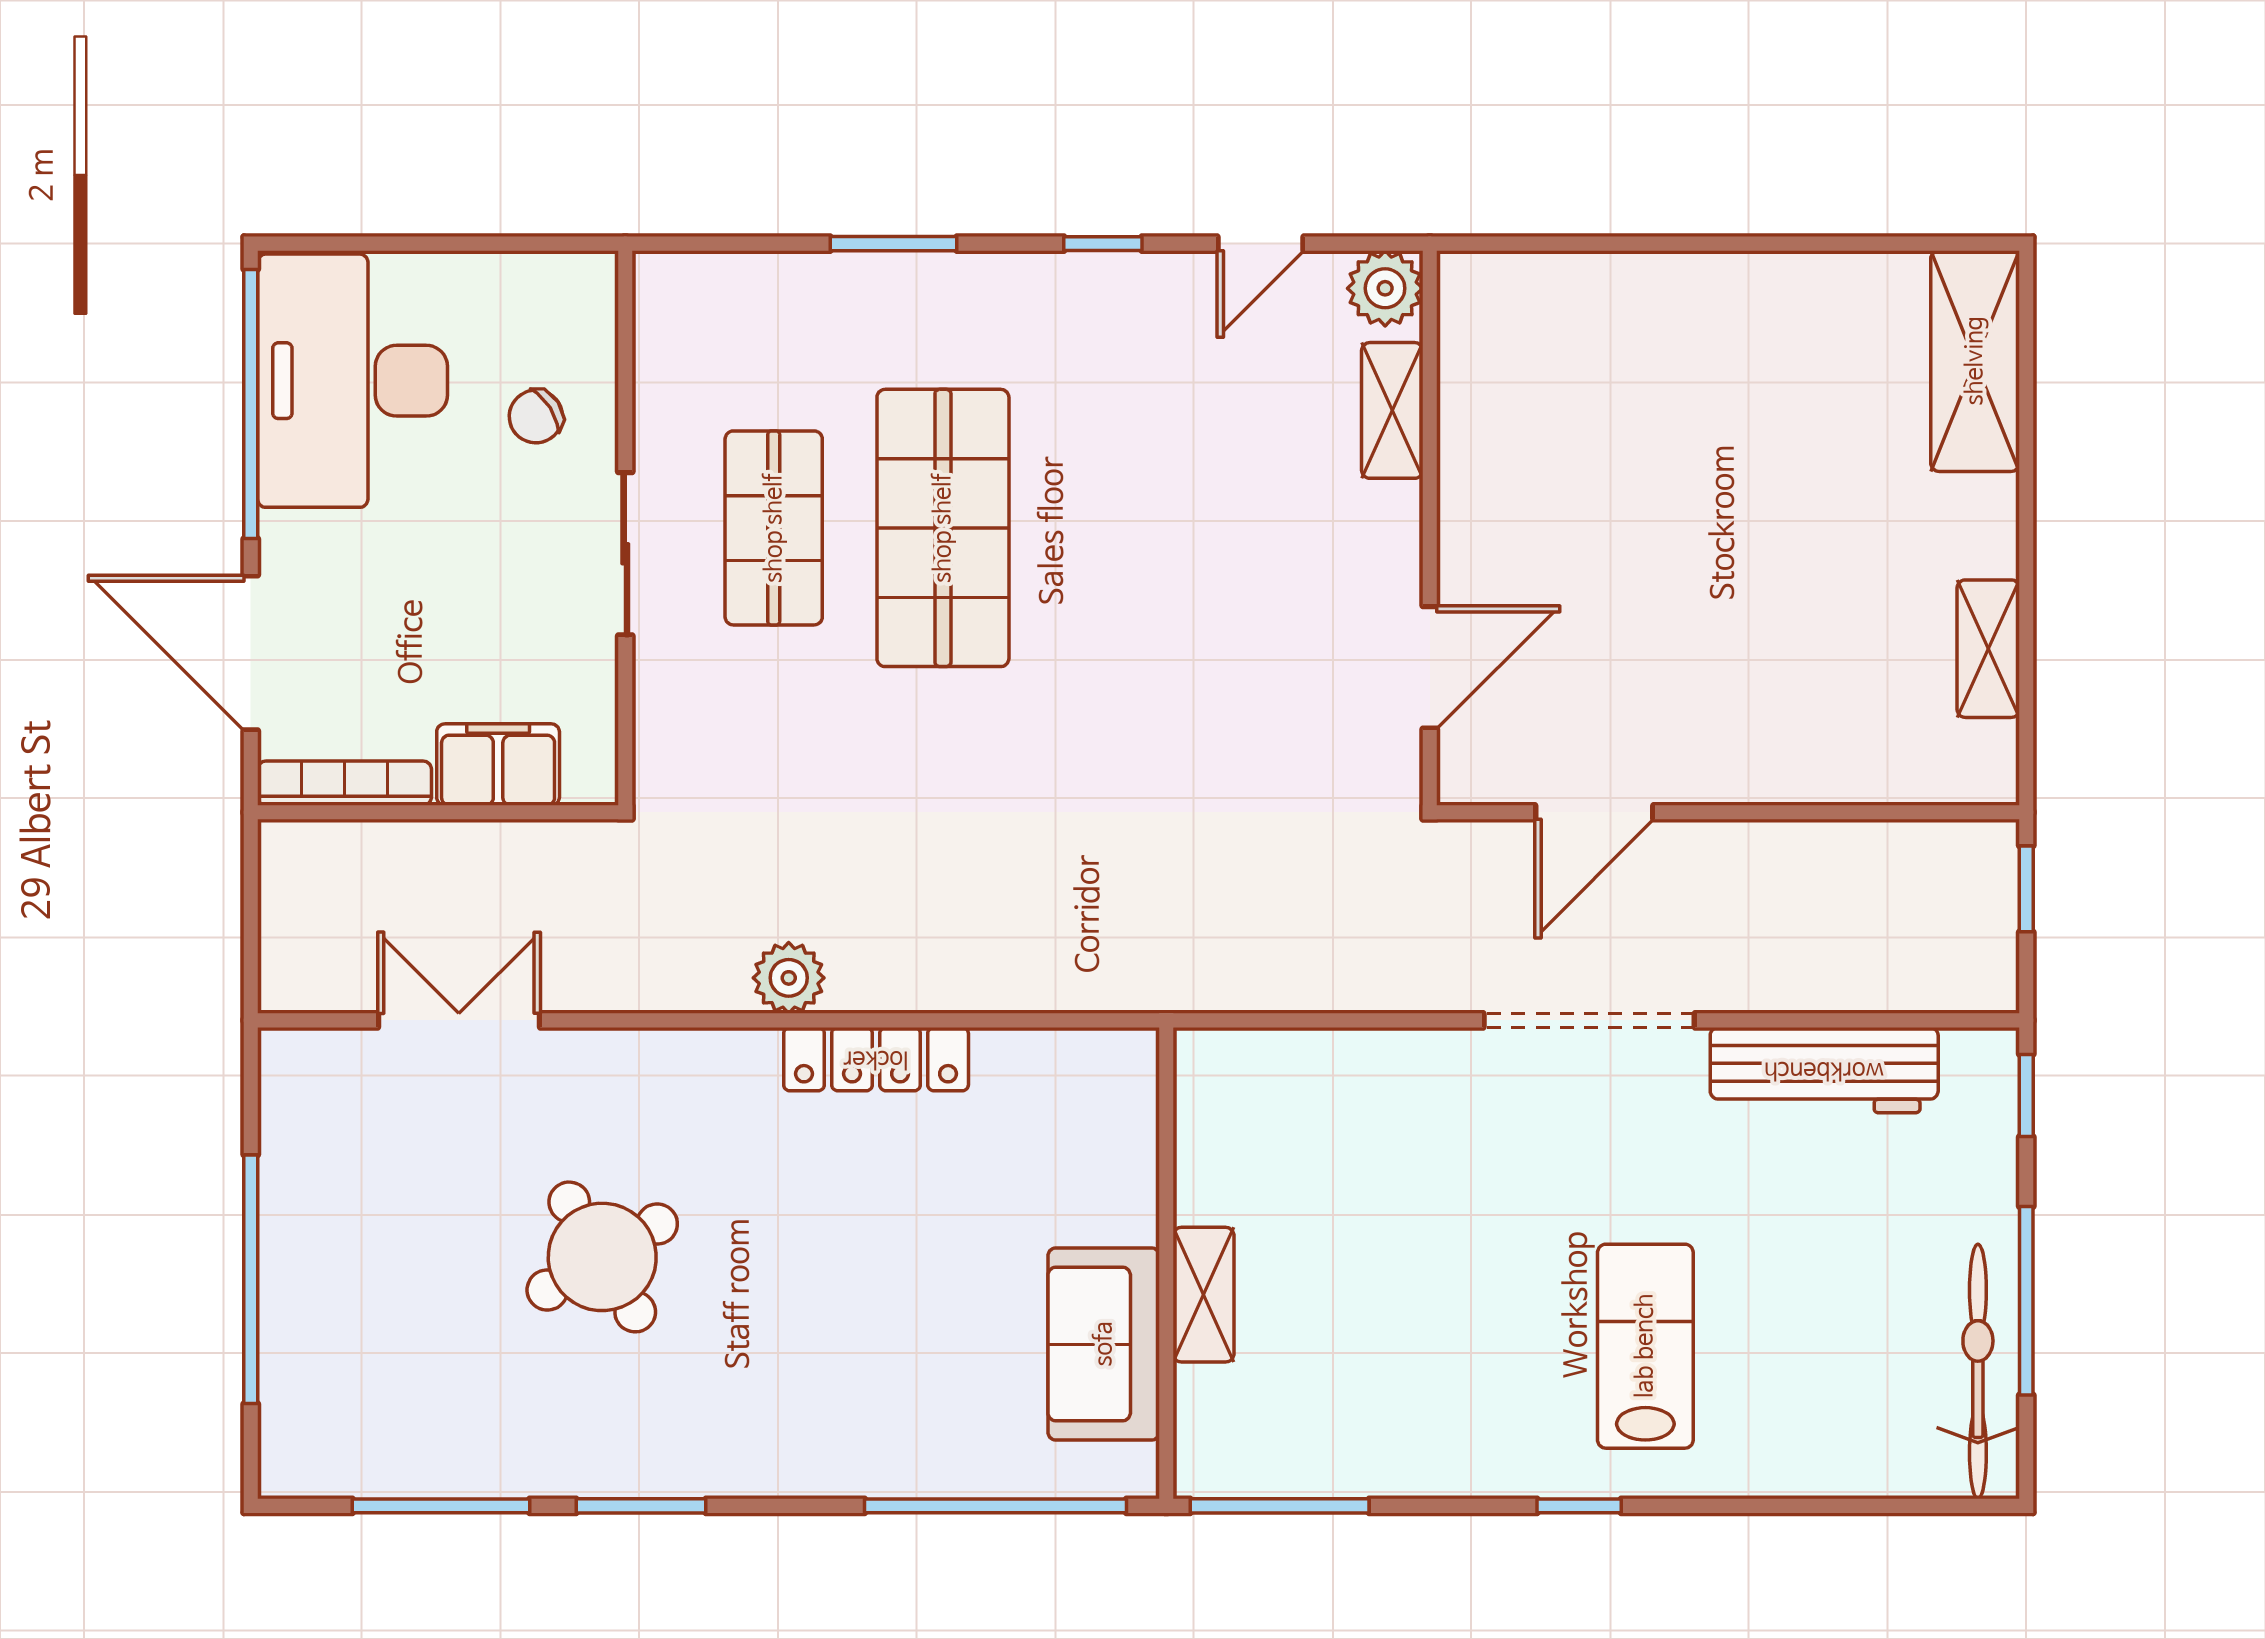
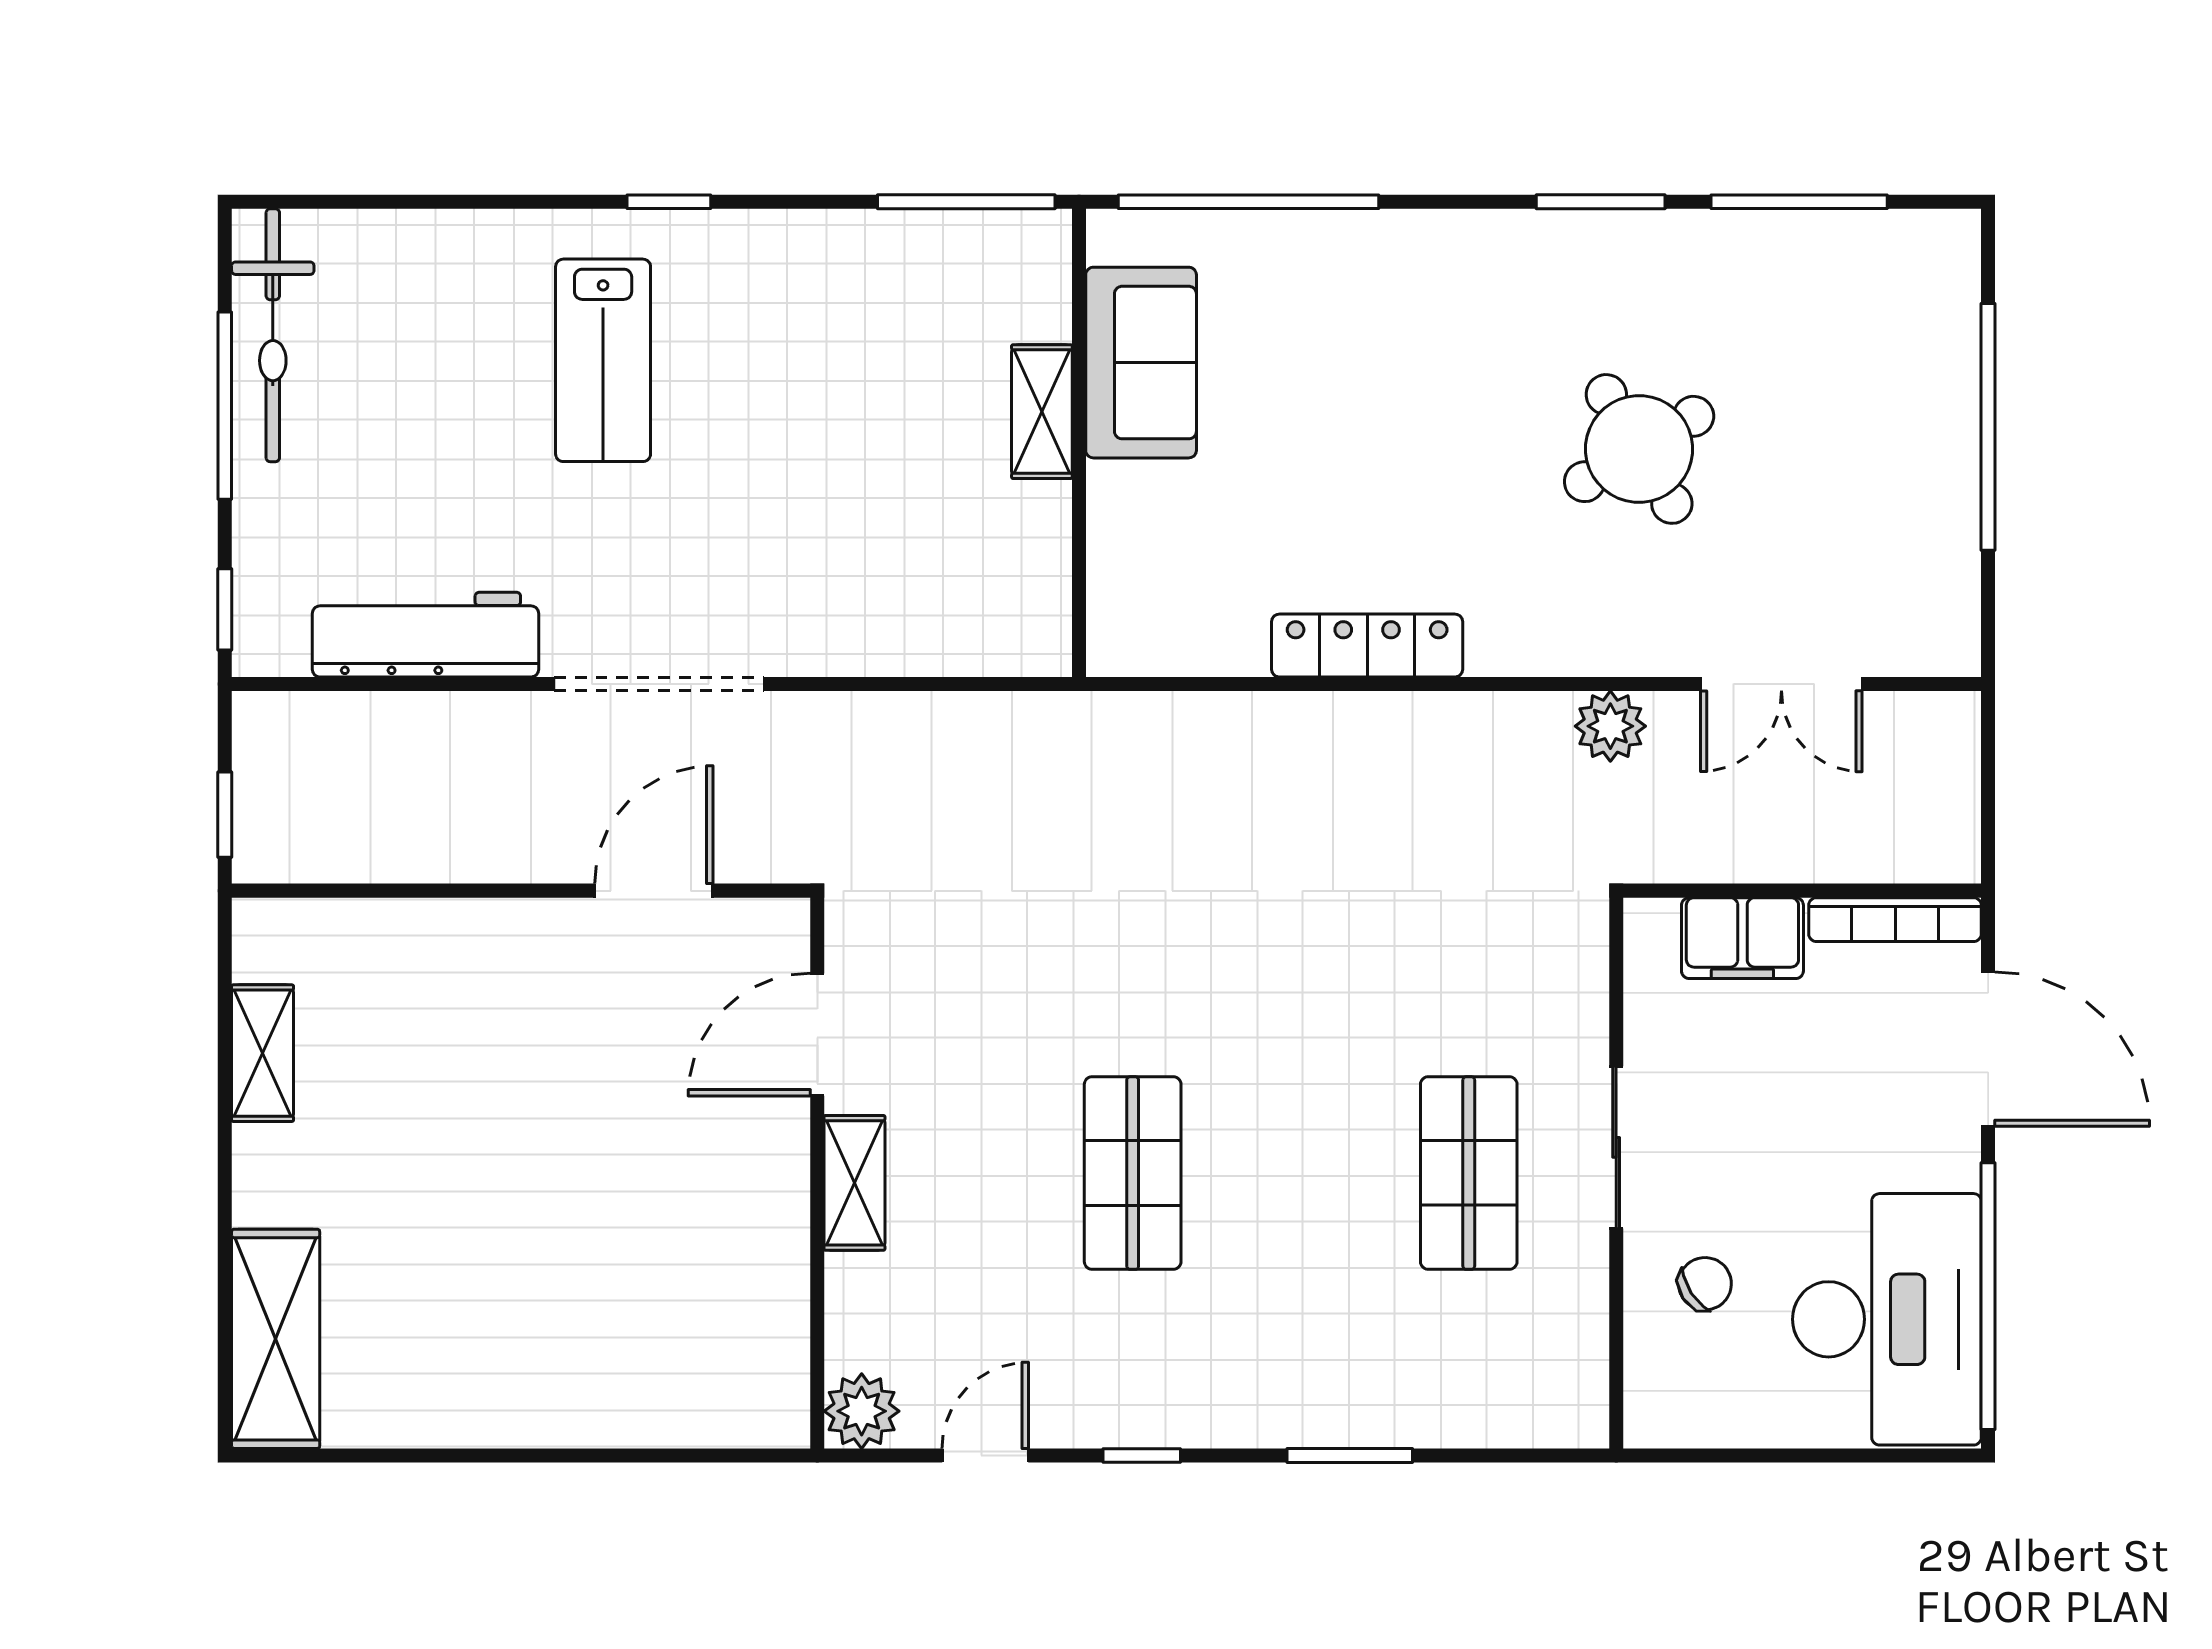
shelving: (1392, 410) -> (854, 1183), moved
shop shelf: (943, 528) -> (1133, 1173), moved, width x0.70, depth x0.74
plant: (789, 978) -> (1610, 726), moved

